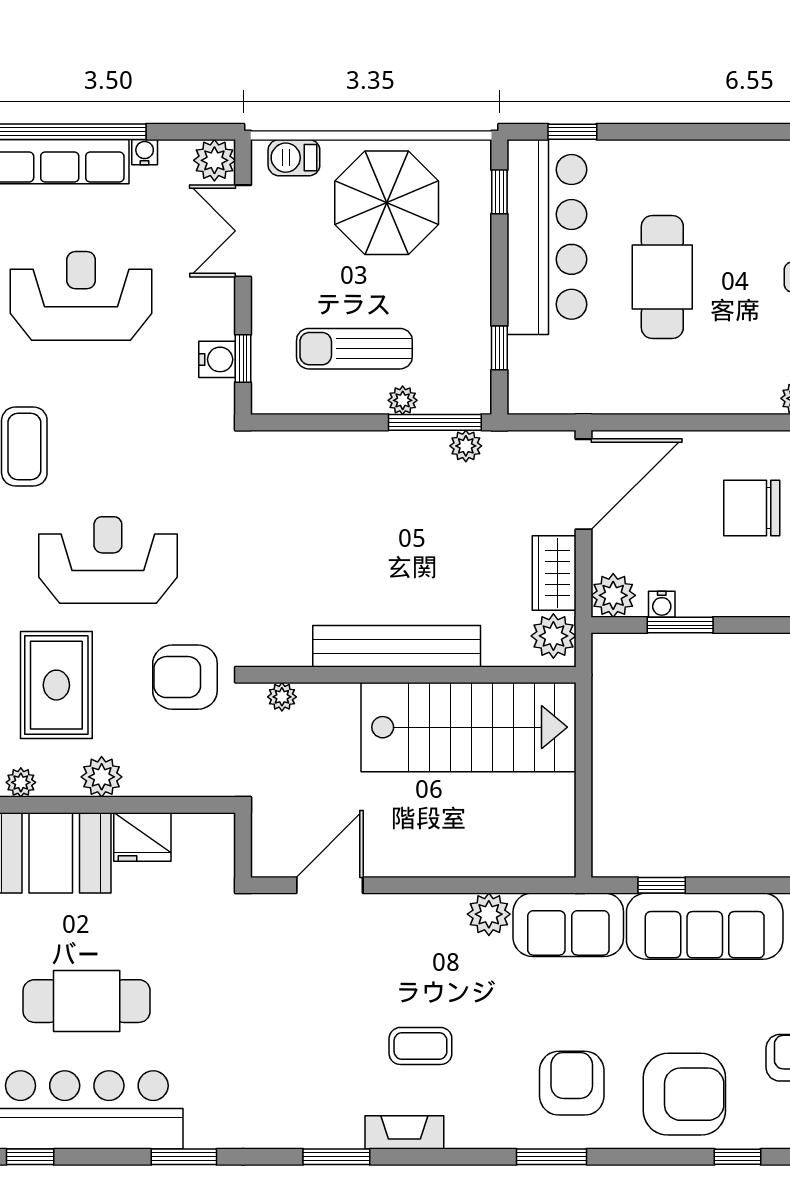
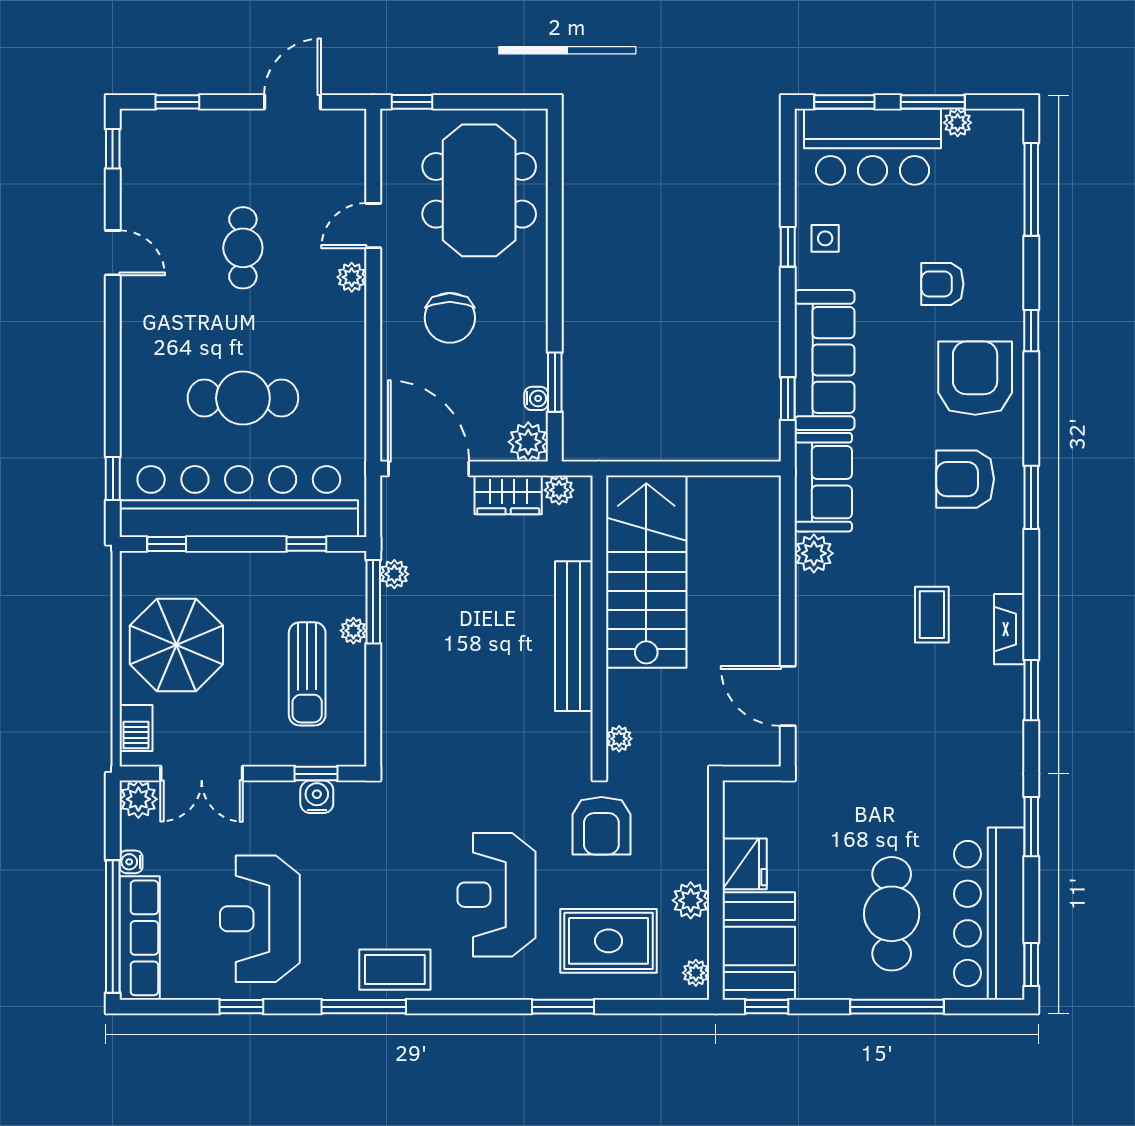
bar counter: (547, 237) -> (239, 501), width x1.36
plant: (553, 636) -> (559, 490), width x0.73, depth x0.73

